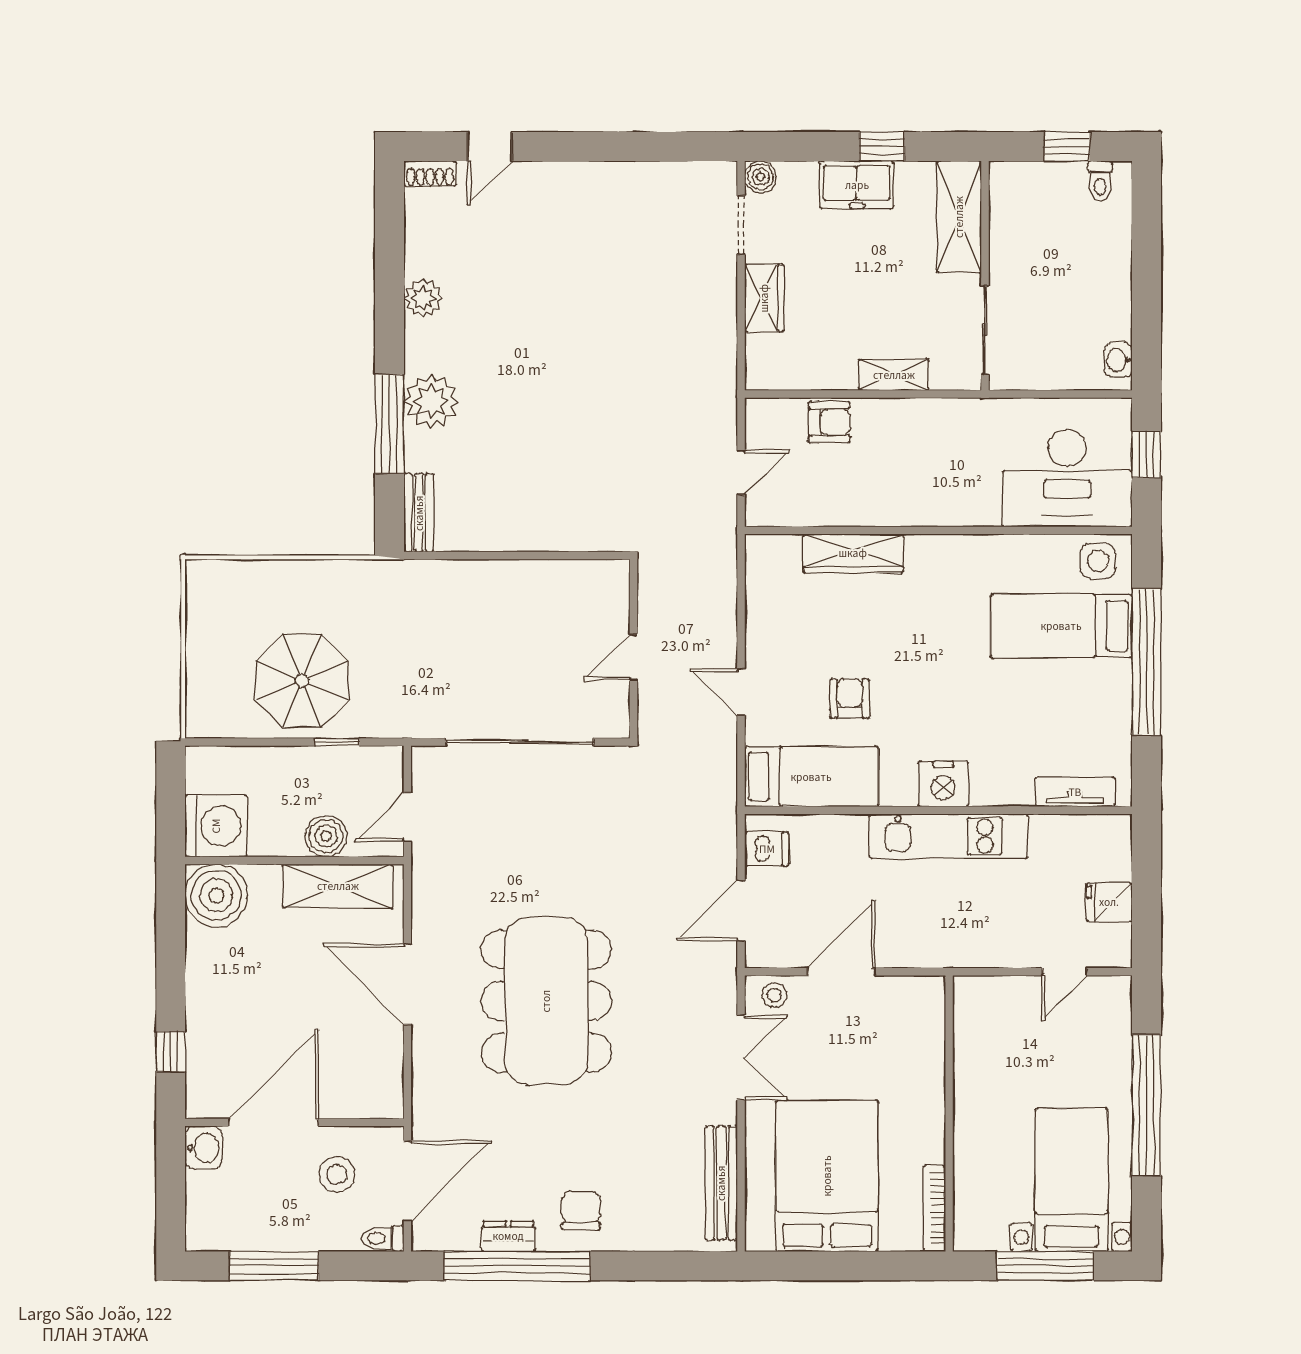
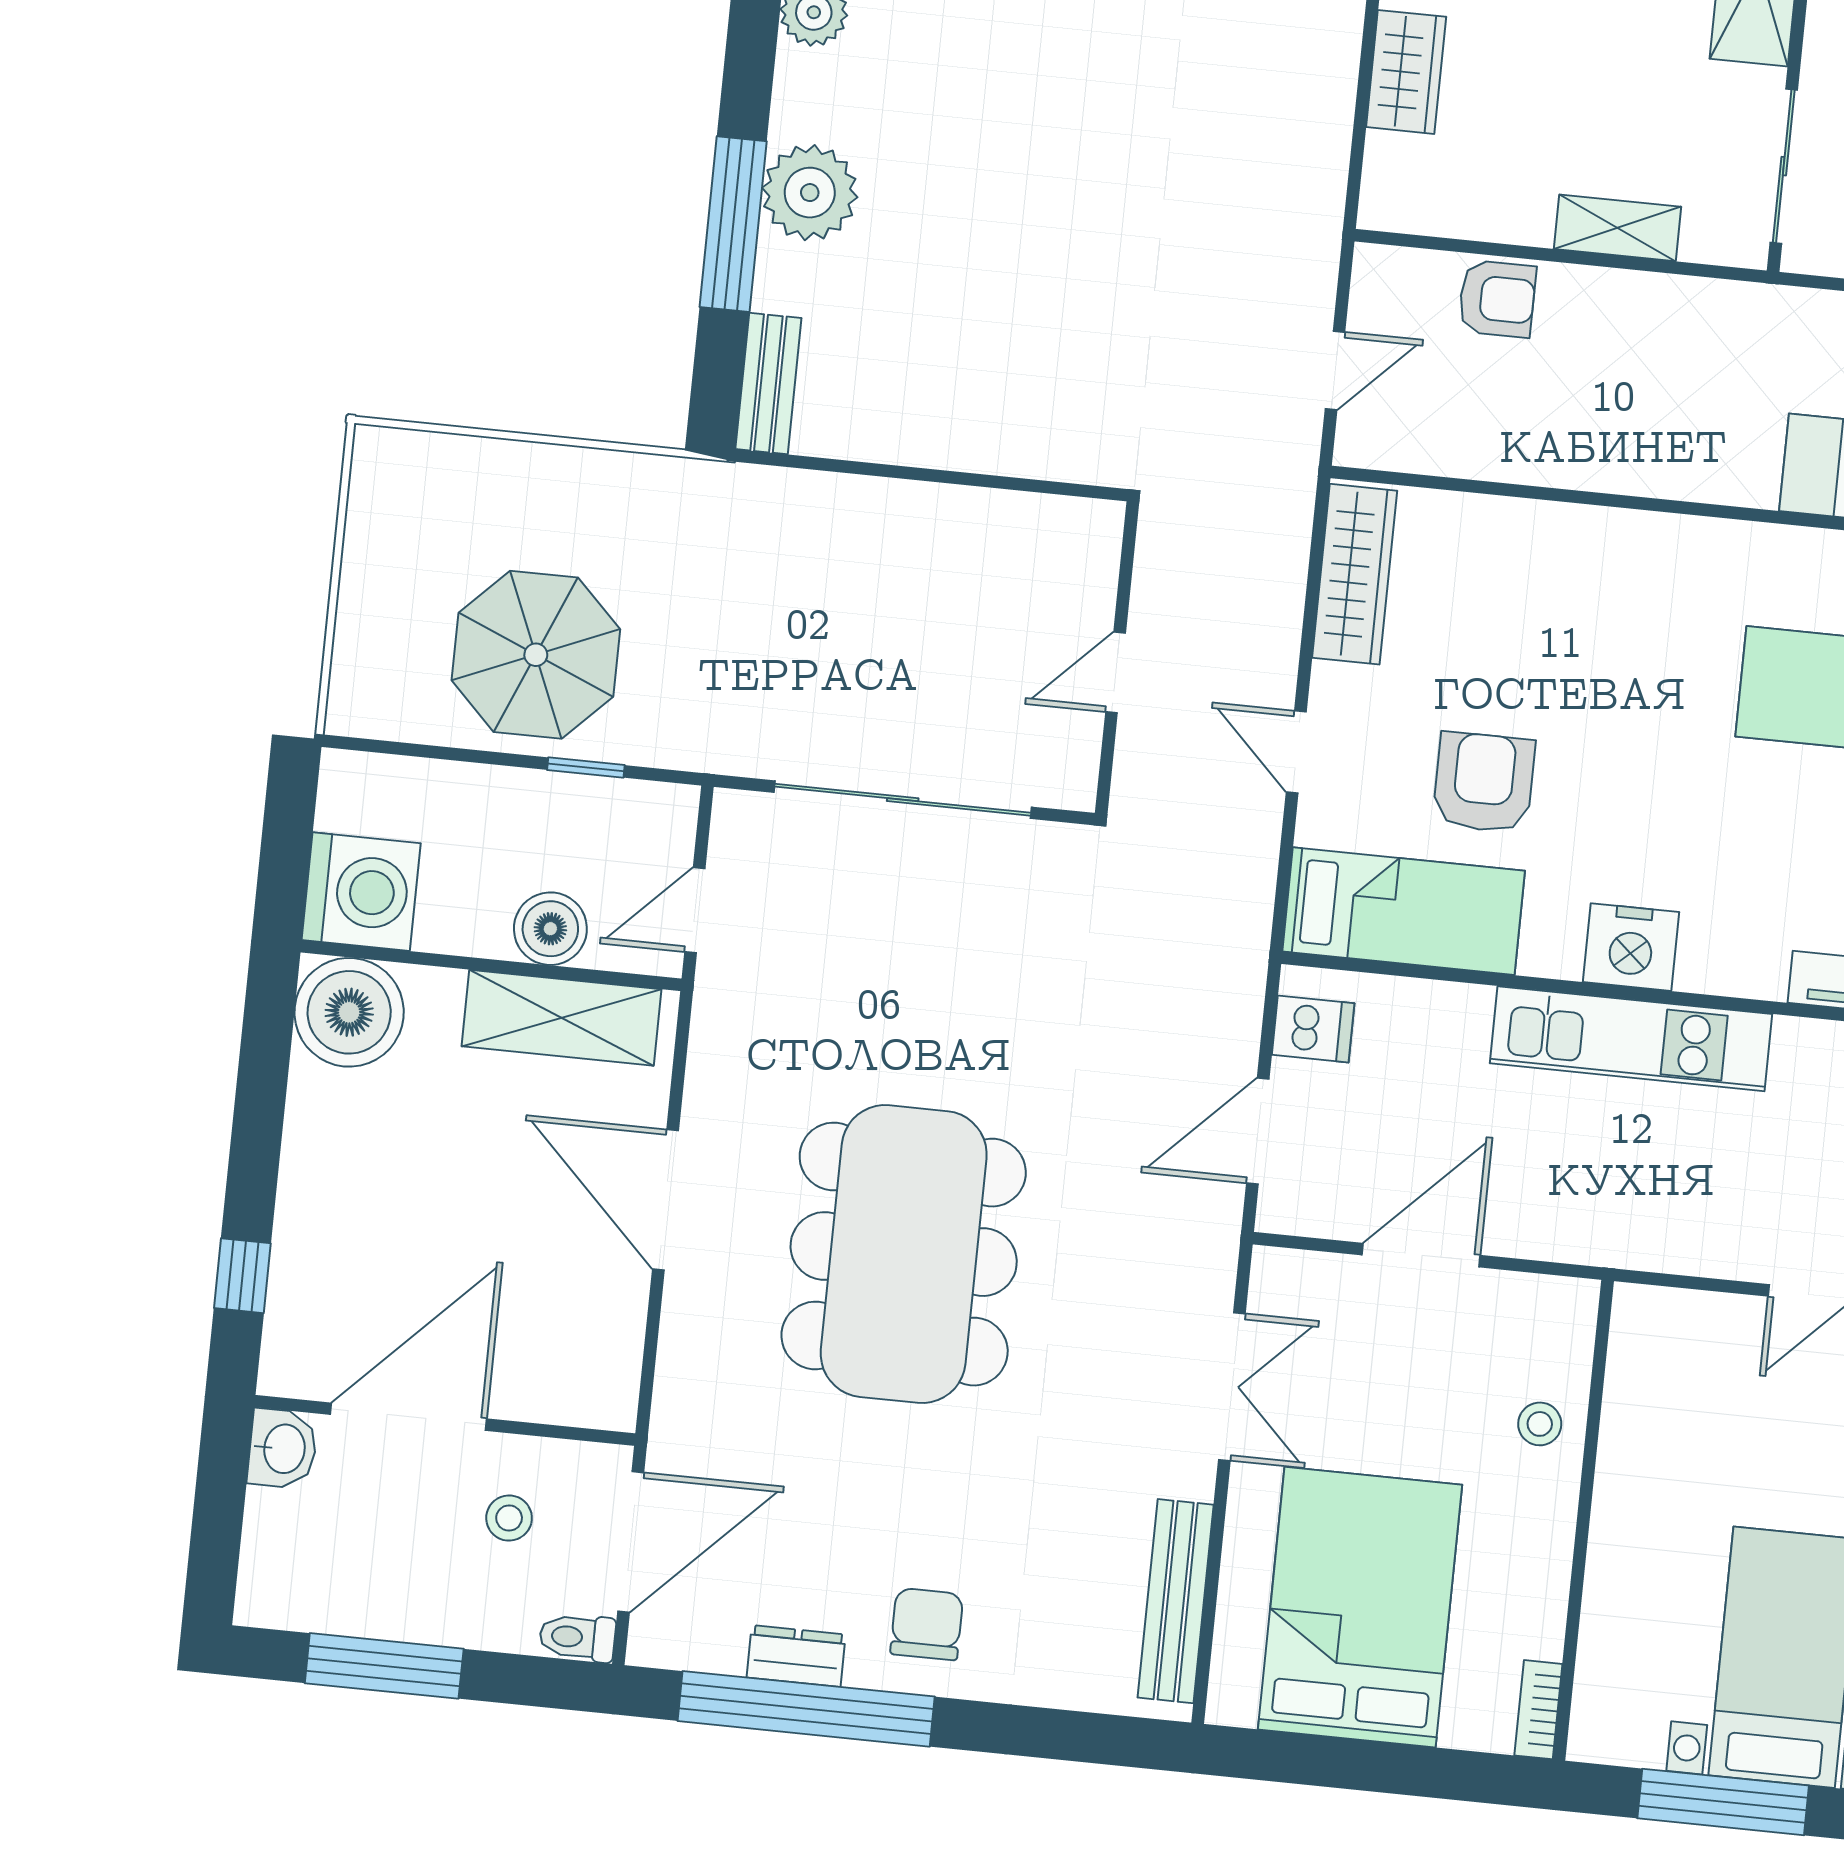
wardrobe: (853, 553) -> (1355, 574), moved, turned -90
armchair: (850, 699) -> (1484, 783), width x1.38, depth x1.38
stool: (774, 995) -> (1540, 1424), moved
stool: (337, 1174) -> (509, 1518), width x0.73, depth x0.73
bookcase: (935, 1208) -> (1538, 1710), width x0.64

